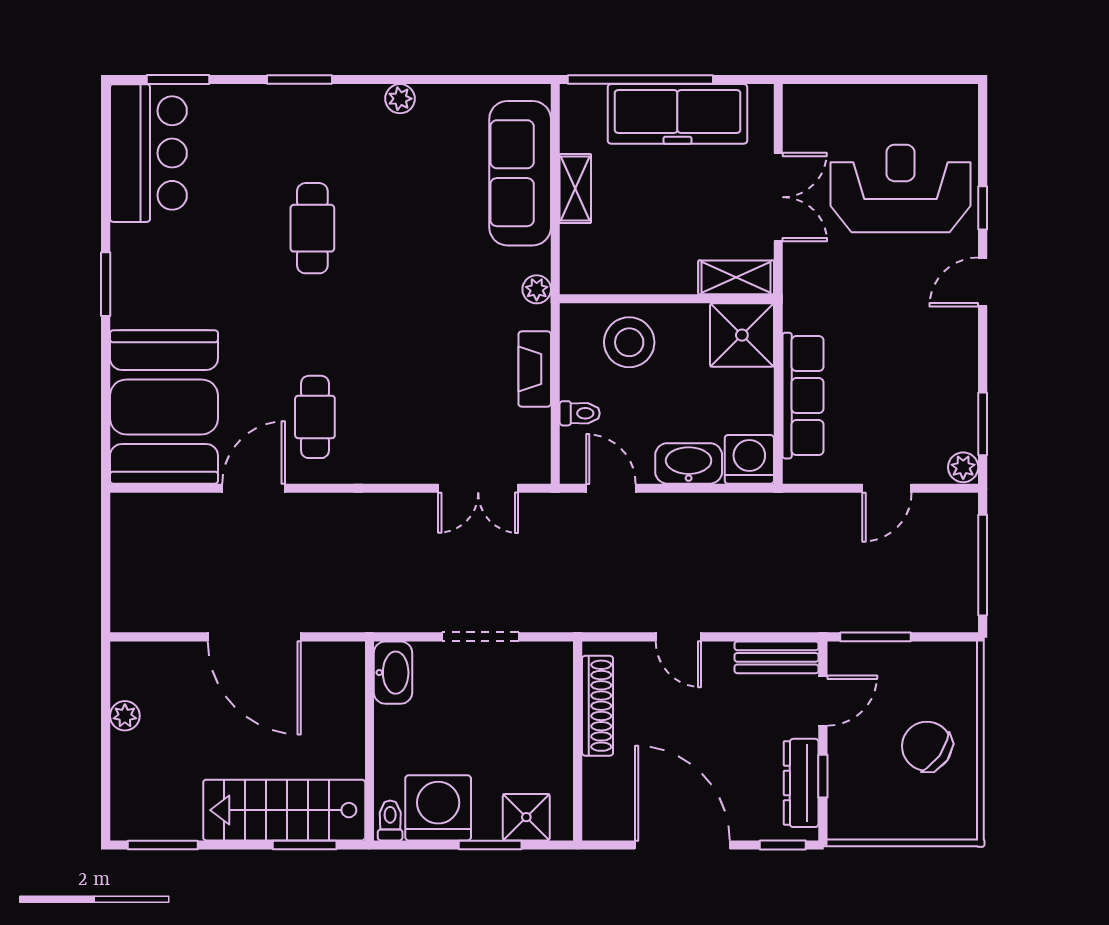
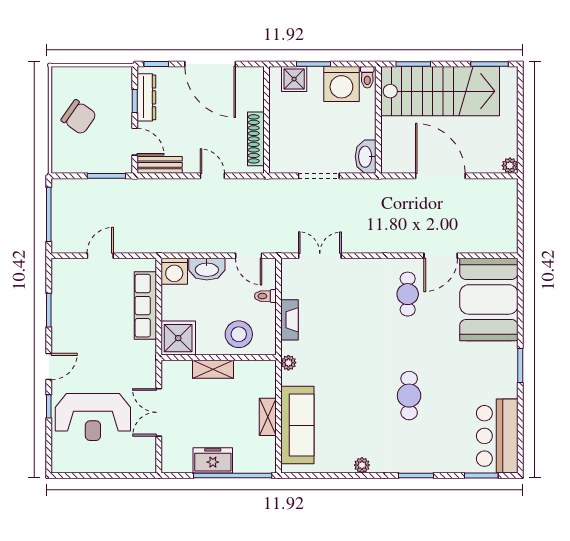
freezer: (677, 114) -> (213, 460), width x0.52, depth x0.79
shelving: (736, 277) -> (213, 369), moved
window: (983, 424) -> (49, 310), moved
plant: (963, 467) -> (59, 267), removed
door: (823, 701) -> (135, 142), swing flipped
plant: (125, 716) -> (510, 166), moved
stairs: (284, 810) -> (440, 91), width x1.36, depth x1.51

